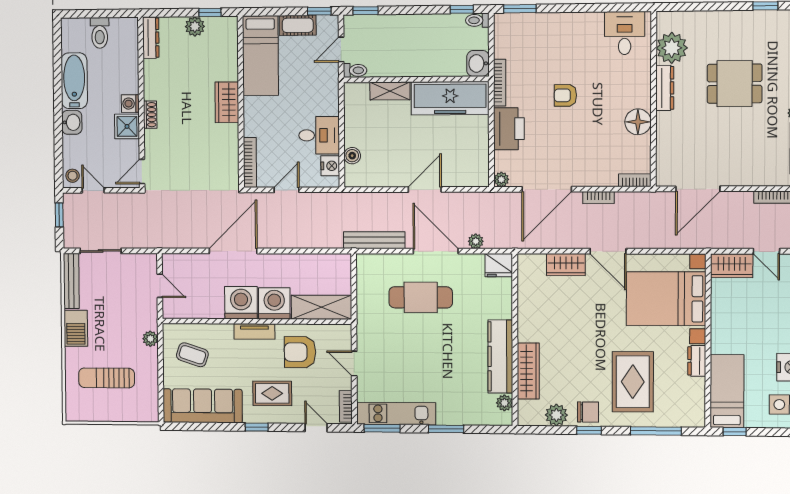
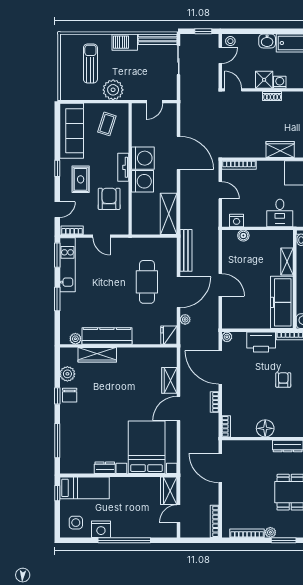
desk: (319, 135) -> (280, 213), moved
shelving: (321, 307) -> (169, 214), moved
plant: (150, 339) -> (113, 90), width x1.88, depth x1.88
door: (354, 363) -> (102, 236), swing flipped
rug: (633, 382) -> (90, 425), removed

